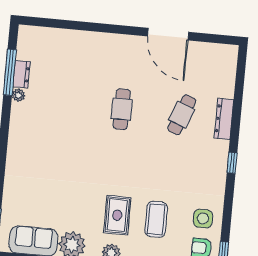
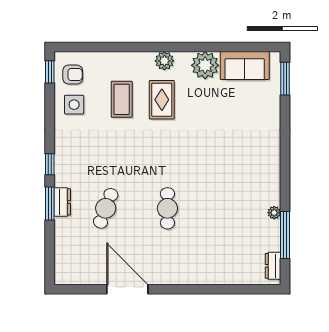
dresser: (21, 74) -> (273, 266), moved
dresser: (224, 119) -> (62, 202), width x0.70
window: (236, 125) -> (50, 203), added

